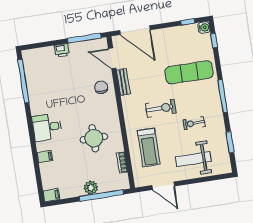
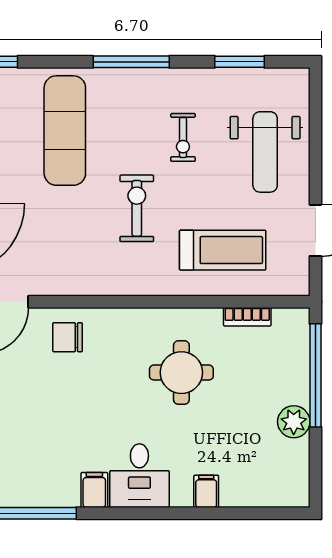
bench: (123, 82) -> (63, 285), removed
plant: (91, 188) -> (294, 422), moved
filing cabinet: (51, 195) -> (94, 490), moved

